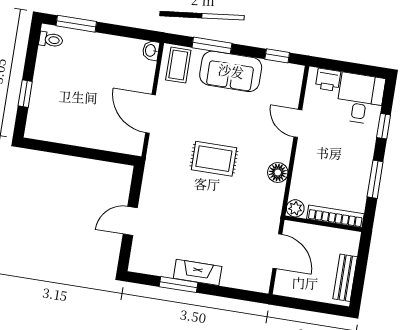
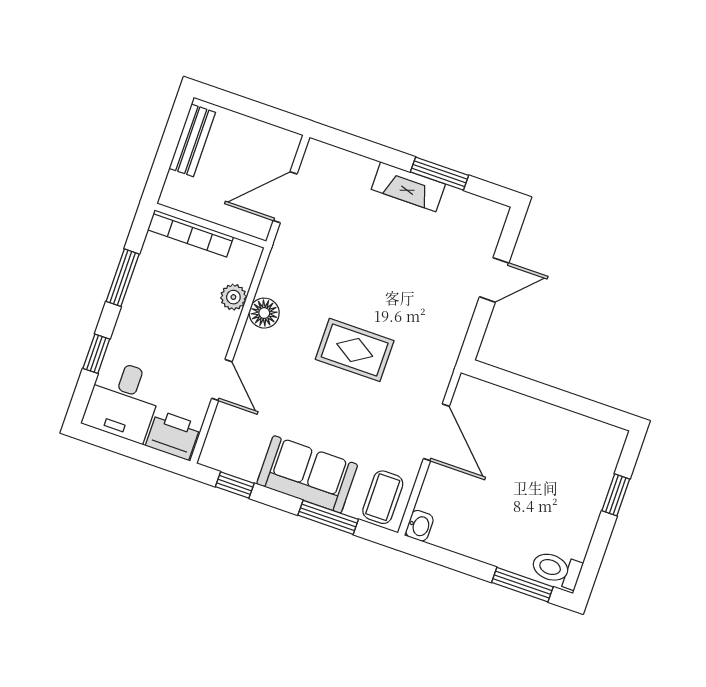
toilet: (51, 40) -> (556, 569), width x1.37, depth x1.39
printer: (328, 80) -> (173, 435), width x1.36, depth x1.24
plant: (295, 208) -> (233, 297), moved
door: (277, 251) -> (285, 197), hinge flipped

